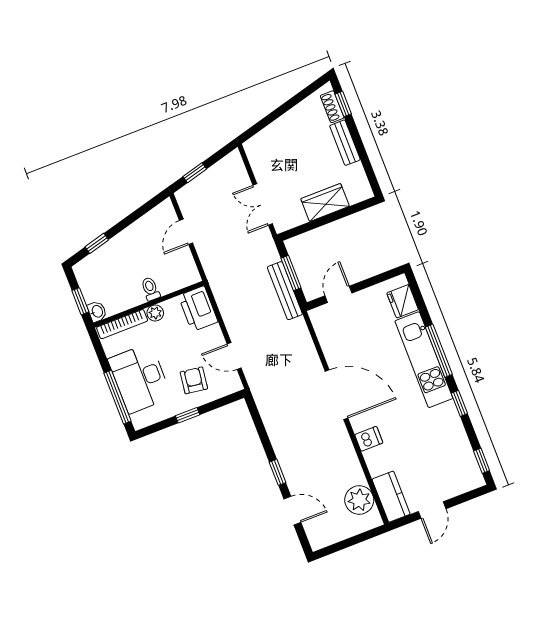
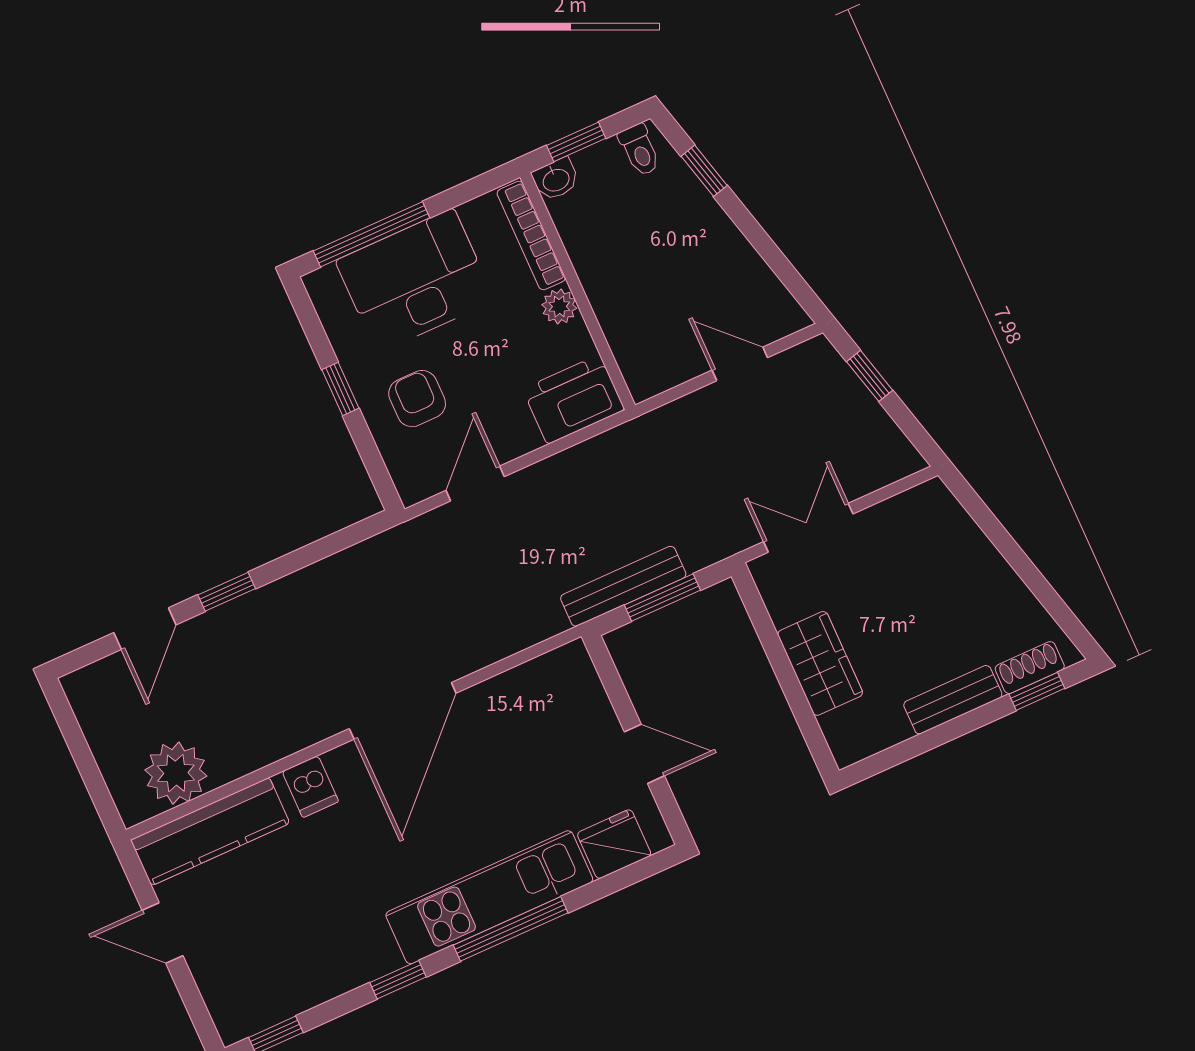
toilet: (150, 289) -> (639, 150), moved, turned 90
door: (338, 294) -> (644, 754), moved
armchair: (194, 380) -> (417, 399), turned -98
kitchen counter: (391, 497) -> (210, 832), width x1.50

